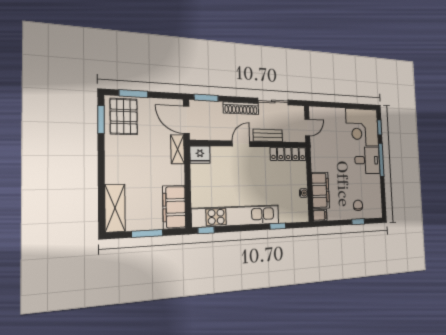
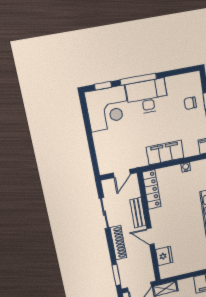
door: (307, 127) -> (122, 173), swing flipped
fridge: (200, 155) -> (164, 256), moved
desk: (367, 160) -> (147, 97), width x1.37
filing cabinet: (320, 190) -> (165, 153), moved

